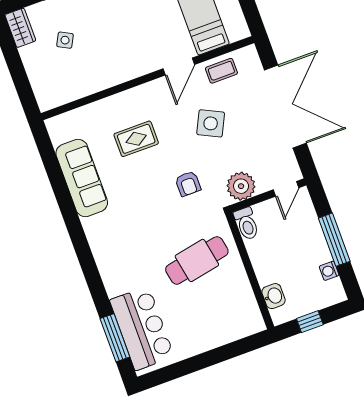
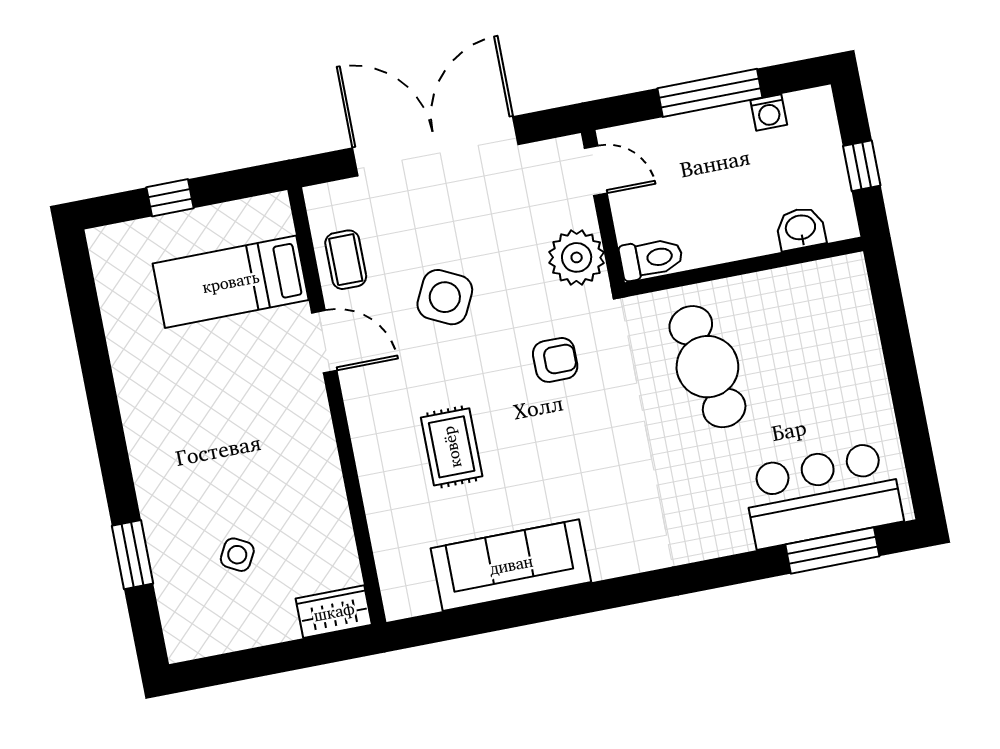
wardrobe: (20, 28) -> (334, 612), moved

